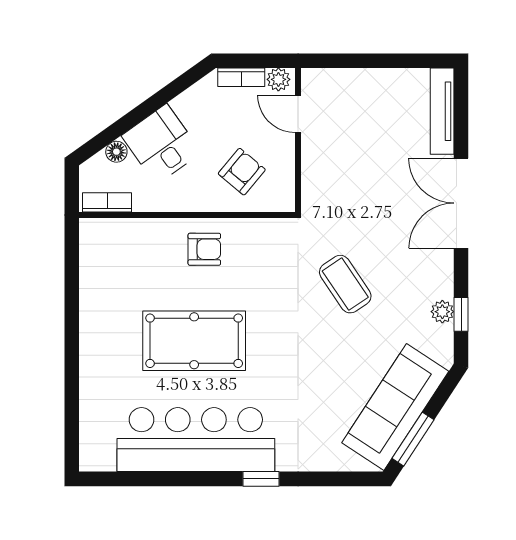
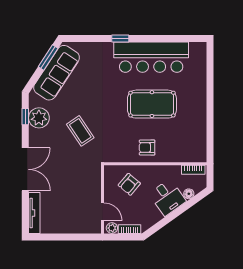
plant: (442, 312) -> (39, 118), width x1.88, depth x1.88

